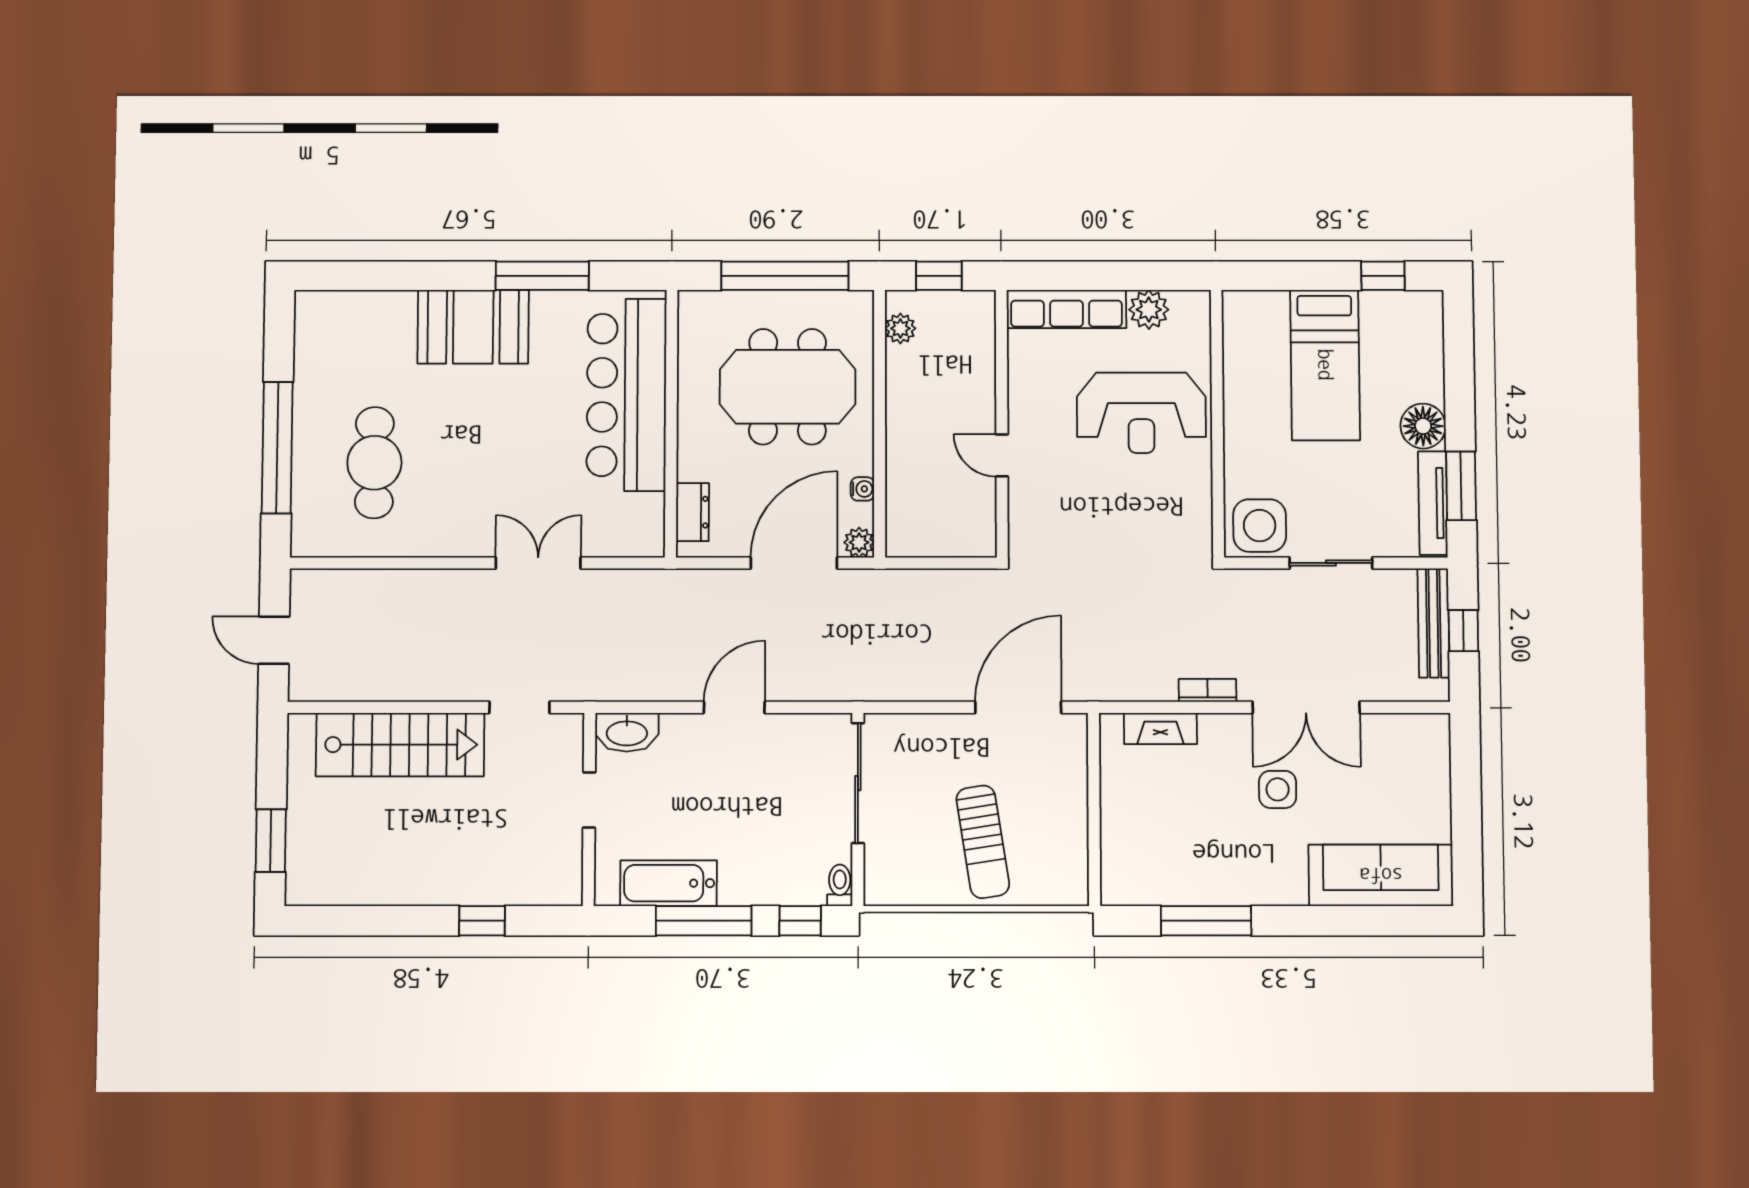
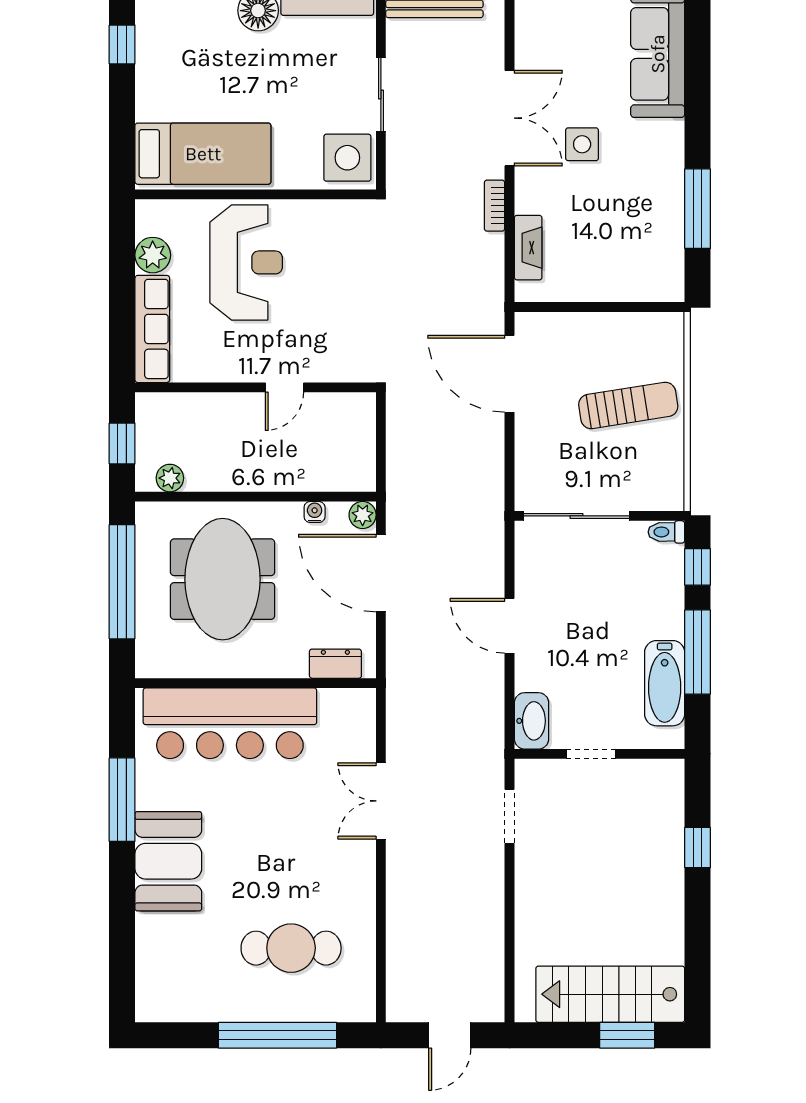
bed: (1325, 365) -> (203, 154), moved
stairs: (400, 745) -> (610, 994), moved, turned -90

